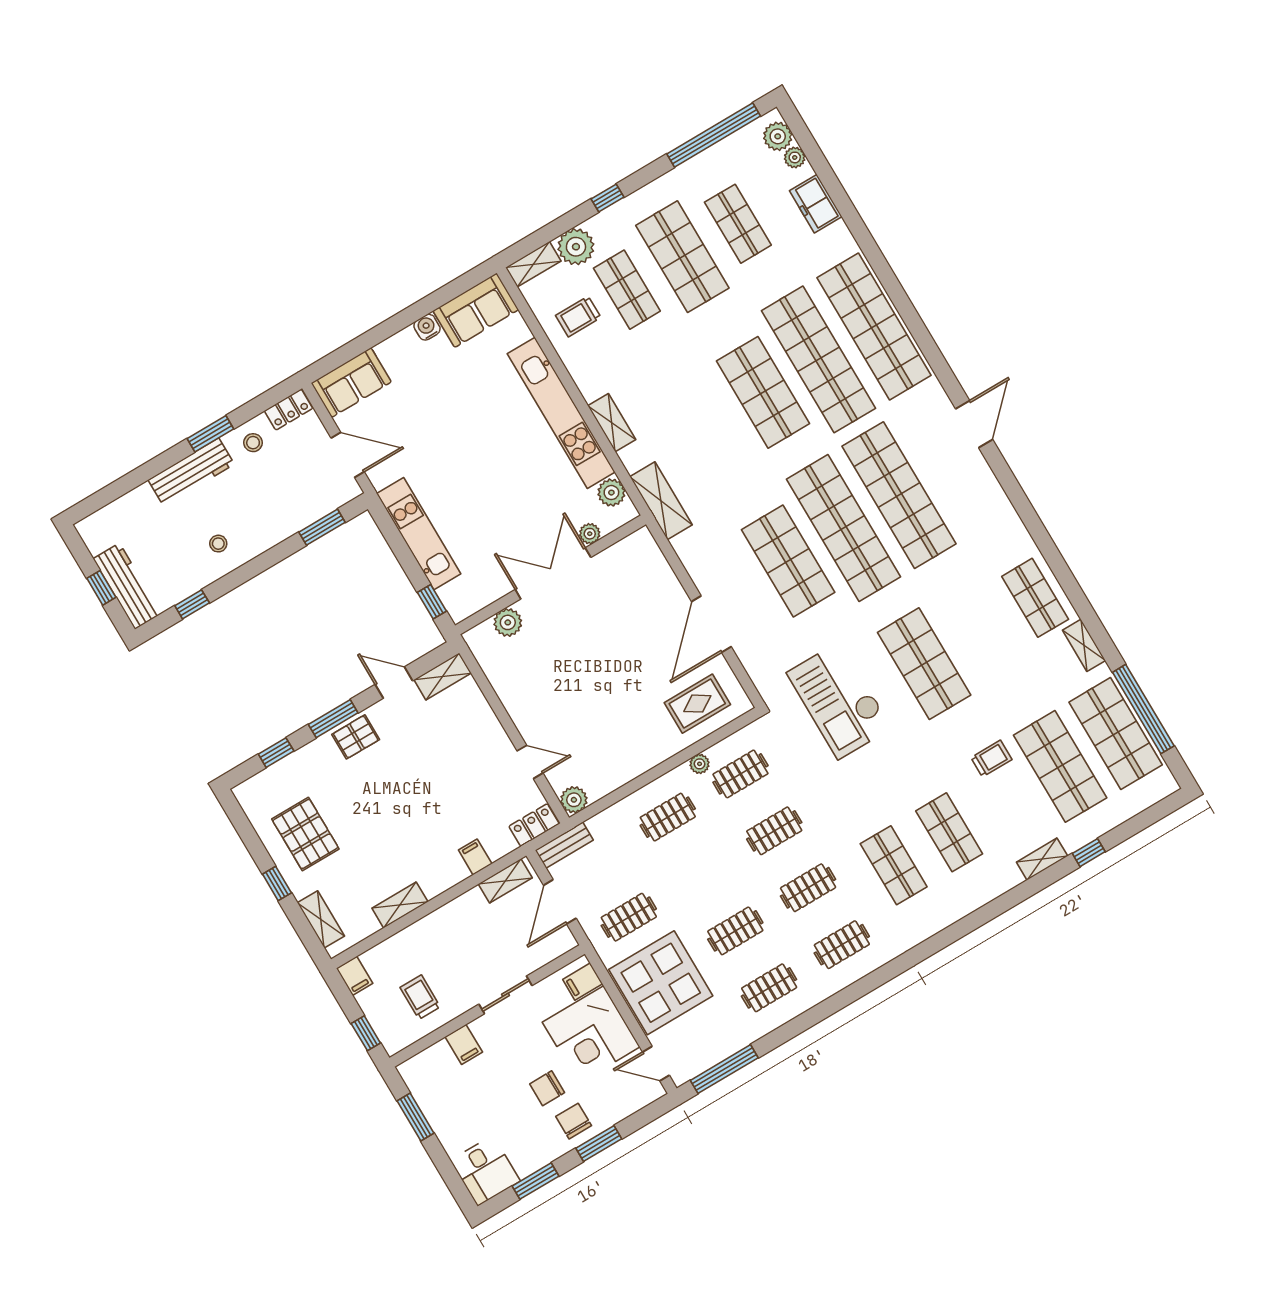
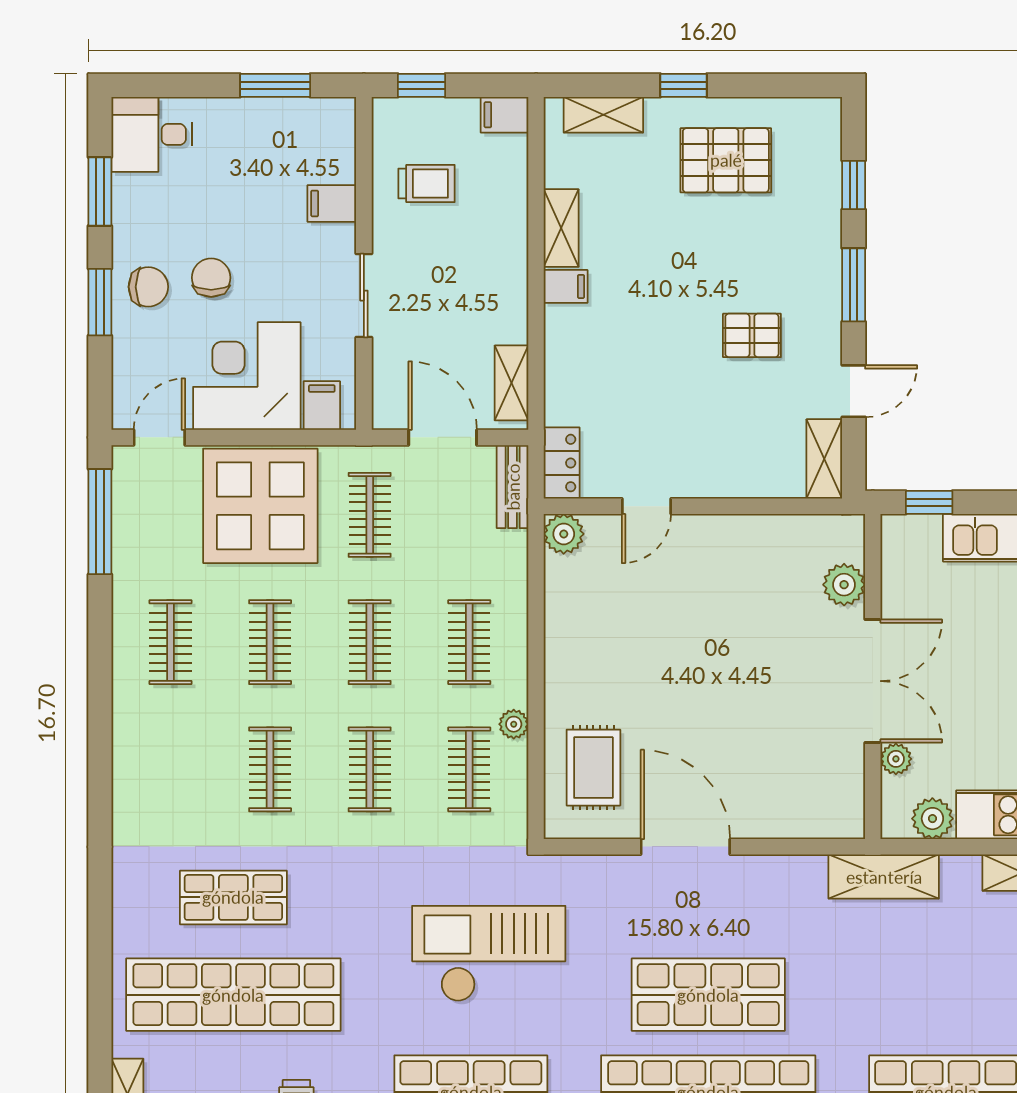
pallet: (356, 737) -> (752, 335), moved, turned 90
shop shelf: (949, 832) -> (233, 995), width x2.00, depth x1.36
filing cabinet: (475, 857) -> (566, 286), moved
clothes rail: (842, 945) -> (370, 642), moved

